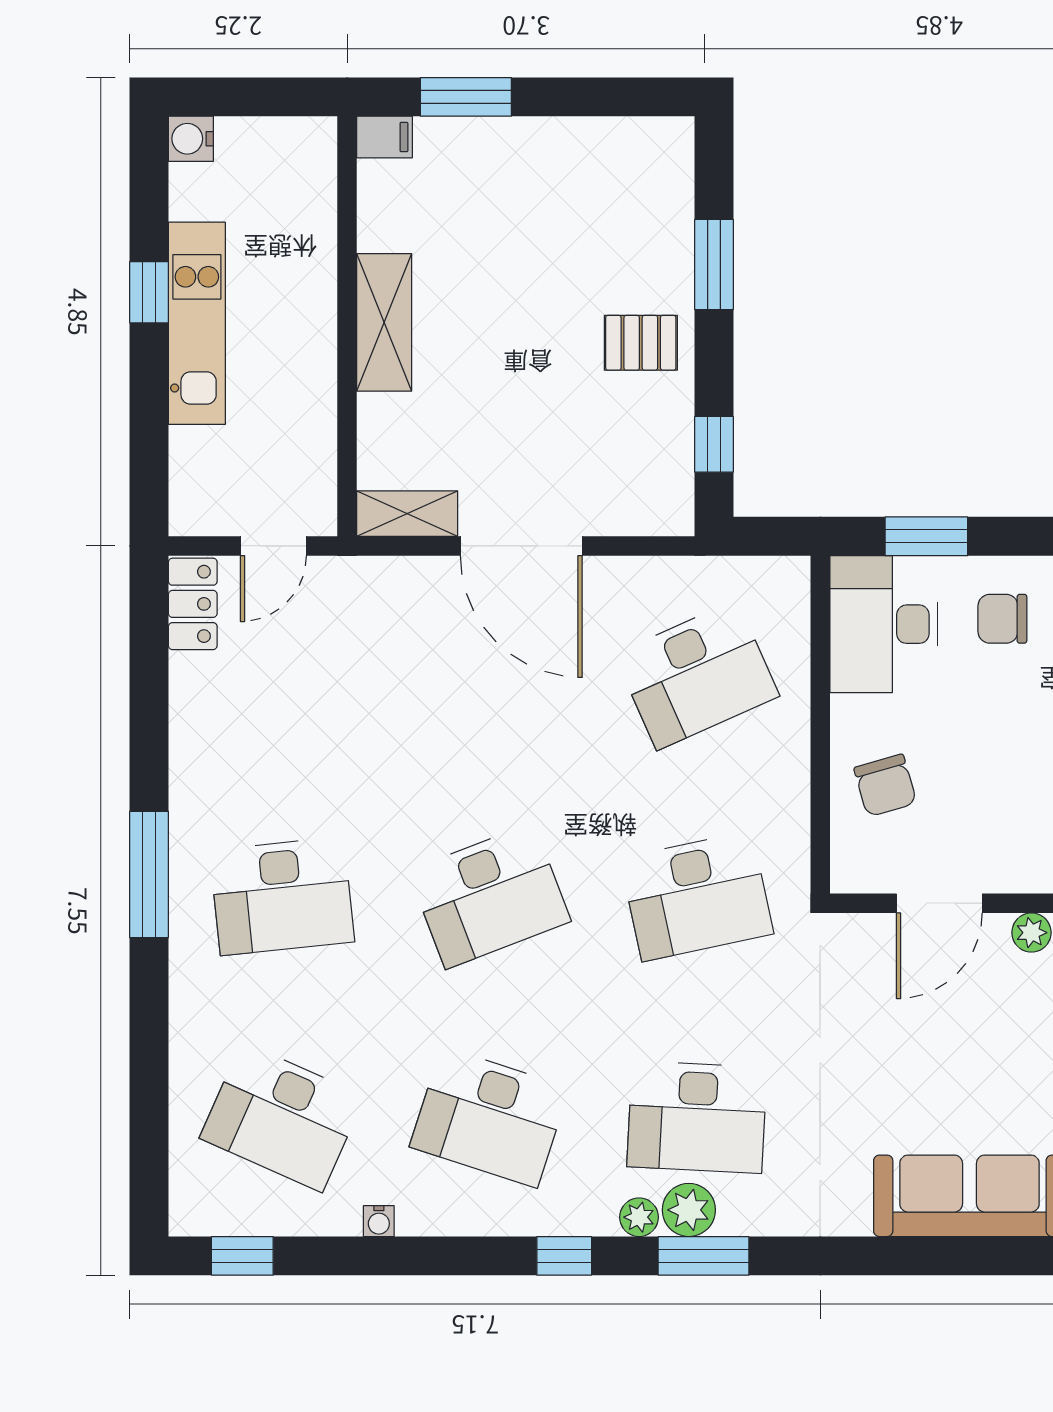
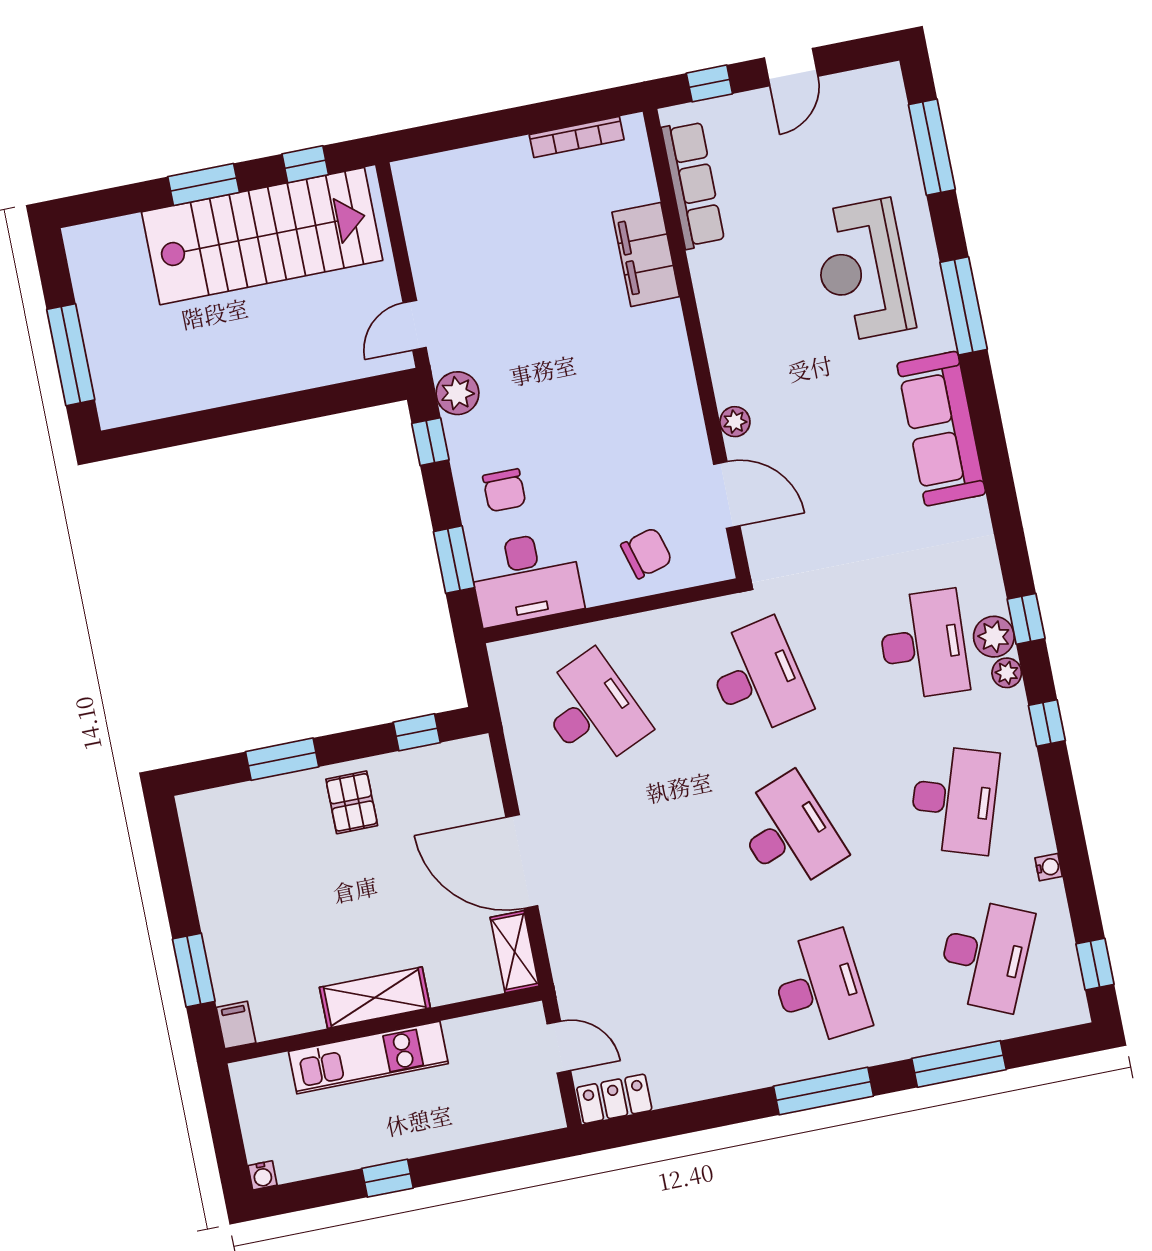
water cooler: (191, 139) -> (262, 1175), width x0.72, depth x0.72
kitchen unit: (197, 323) -> (368, 1058), moved, turned 180
door: (521, 546) -> (522, 861), swing flipped
window: (149, 1055) -> (959, 1064), added
window: (703, 1256) -> (1026, 619), width x0.67

